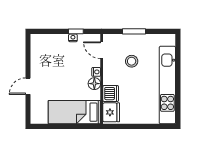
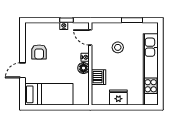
window: (134, 31) -> (132, 20), moved
armchair: (46, 66) -> (39, 52), added
bed: (74, 112) -> (49, 94), moved, turned 180
fridge: (111, 112) -> (118, 97), moved, turned -90

